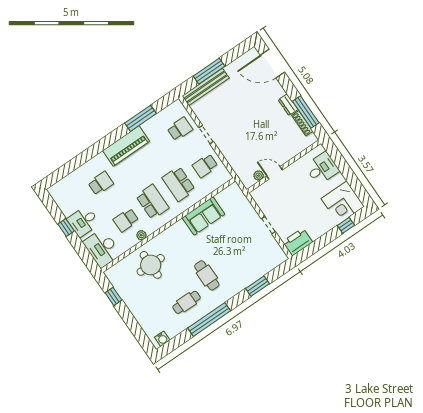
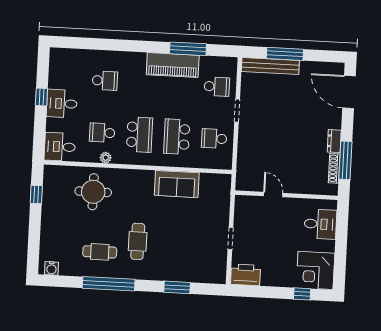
piano: (126, 146) -> (173, 65), moved
plant: (259, 176) -> (257, 186), removed
desk: (102, 248) -> (60, 147), width x0.73

